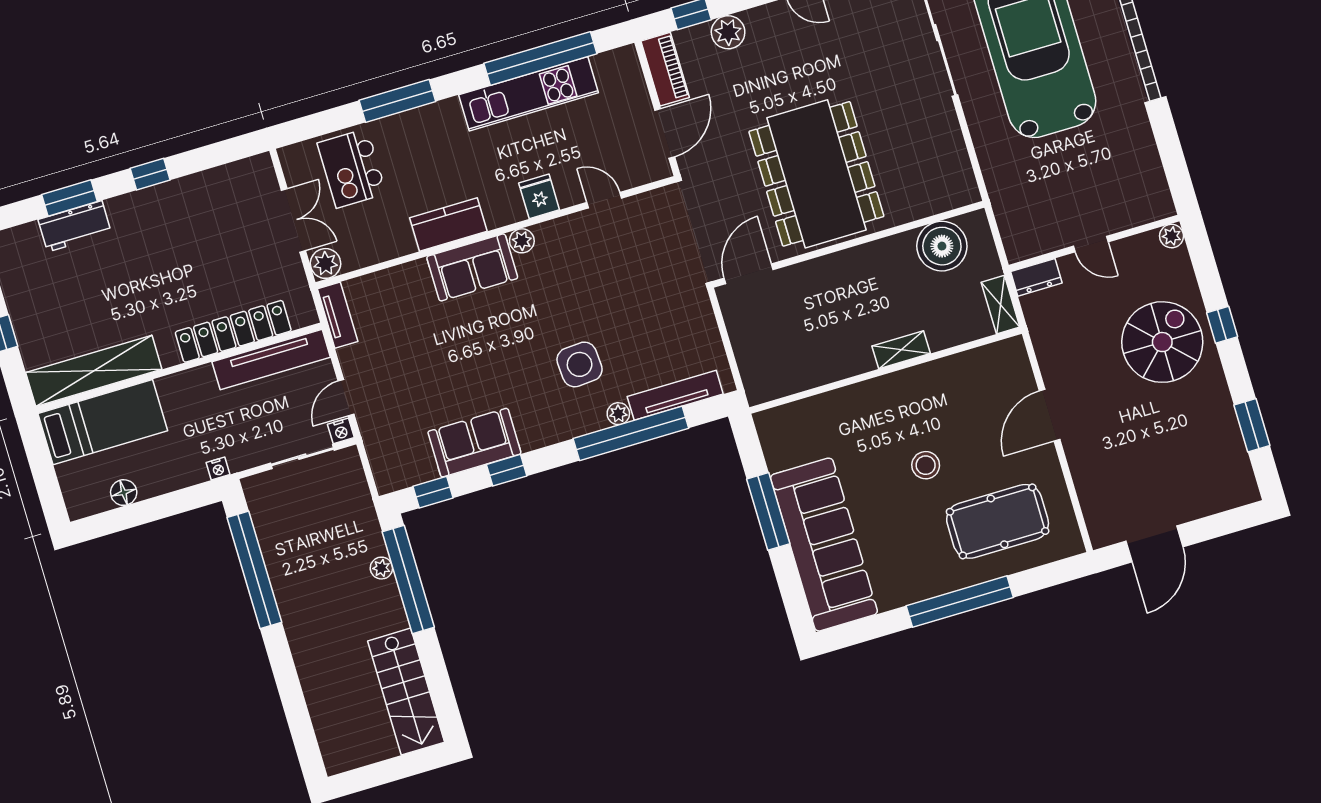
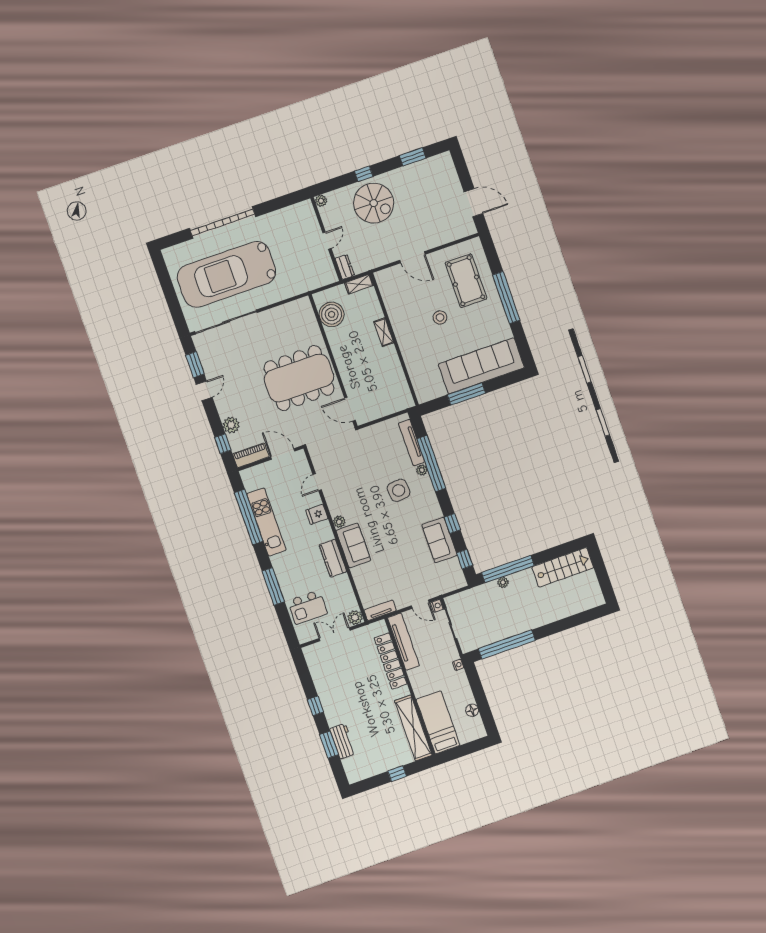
spiral stairs: (1162, 342) -> (374, 203), turned 180

